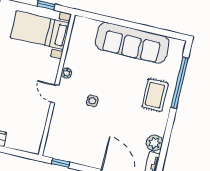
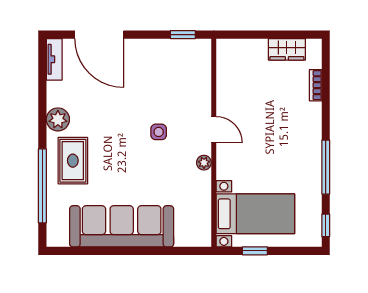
plant: (154, 143) -> (58, 119), moved

